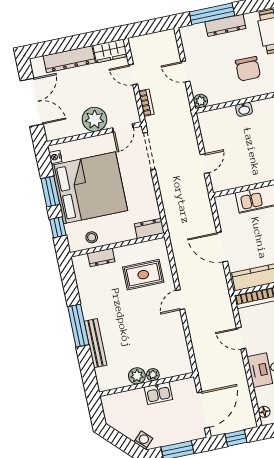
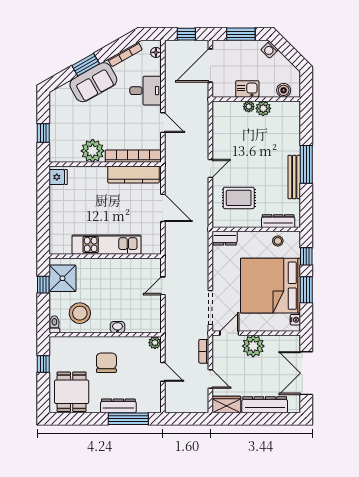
dresser: (101, 257) -> (278, 221), width x1.44
bench: (95, 343) -> (294, 177), moved
boiler: (119, 400) -> (284, 90), added

